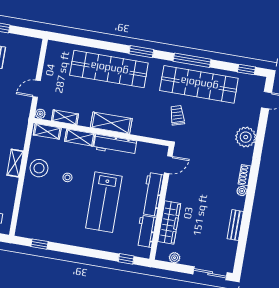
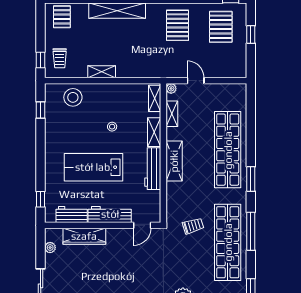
shelving: (15, 163) -> (102, 72), moved
door: (168, 165) -> (142, 225), hinge flipped
stool: (39, 168) -> (73, 97), moved

